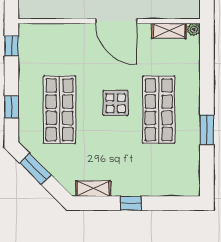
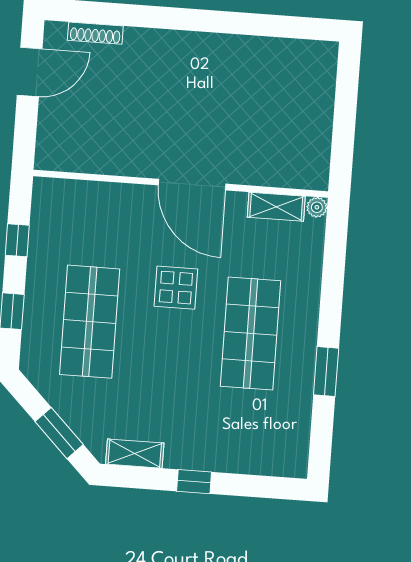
window: (11, 46) -> (17, 240), moved
display table: (116, 103) -> (176, 288), moved
window: (35, 169) -> (59, 433), moved

